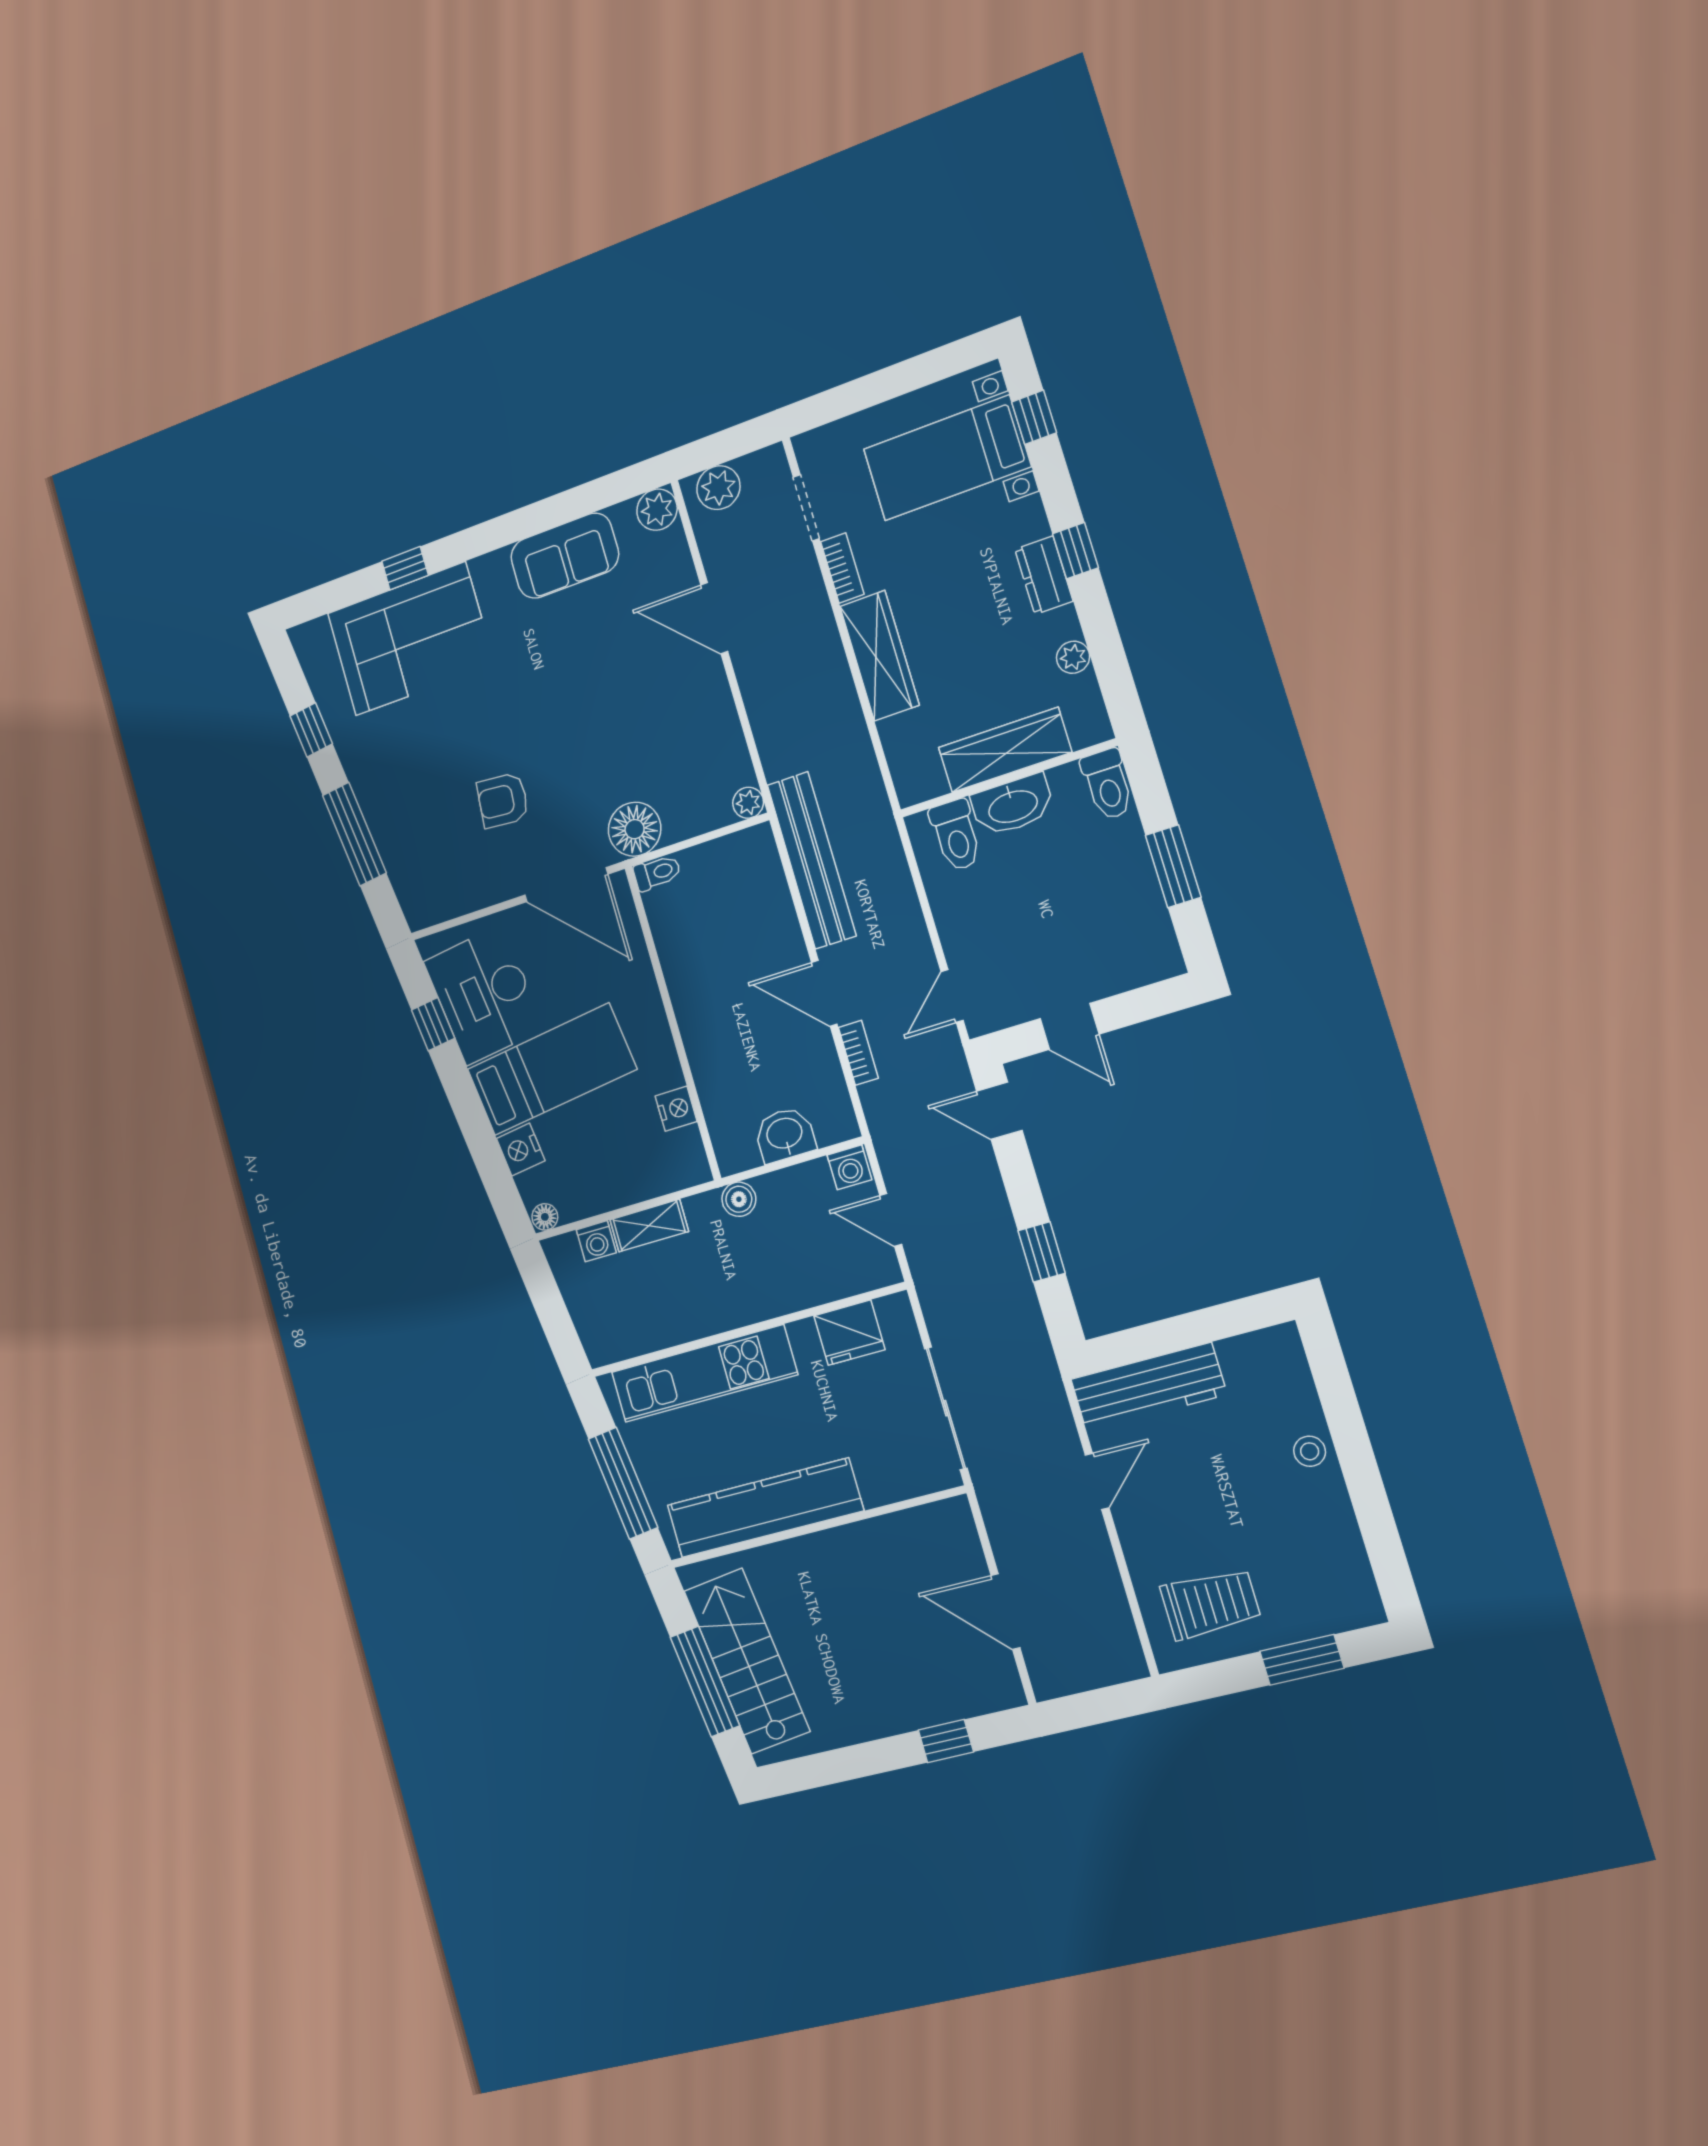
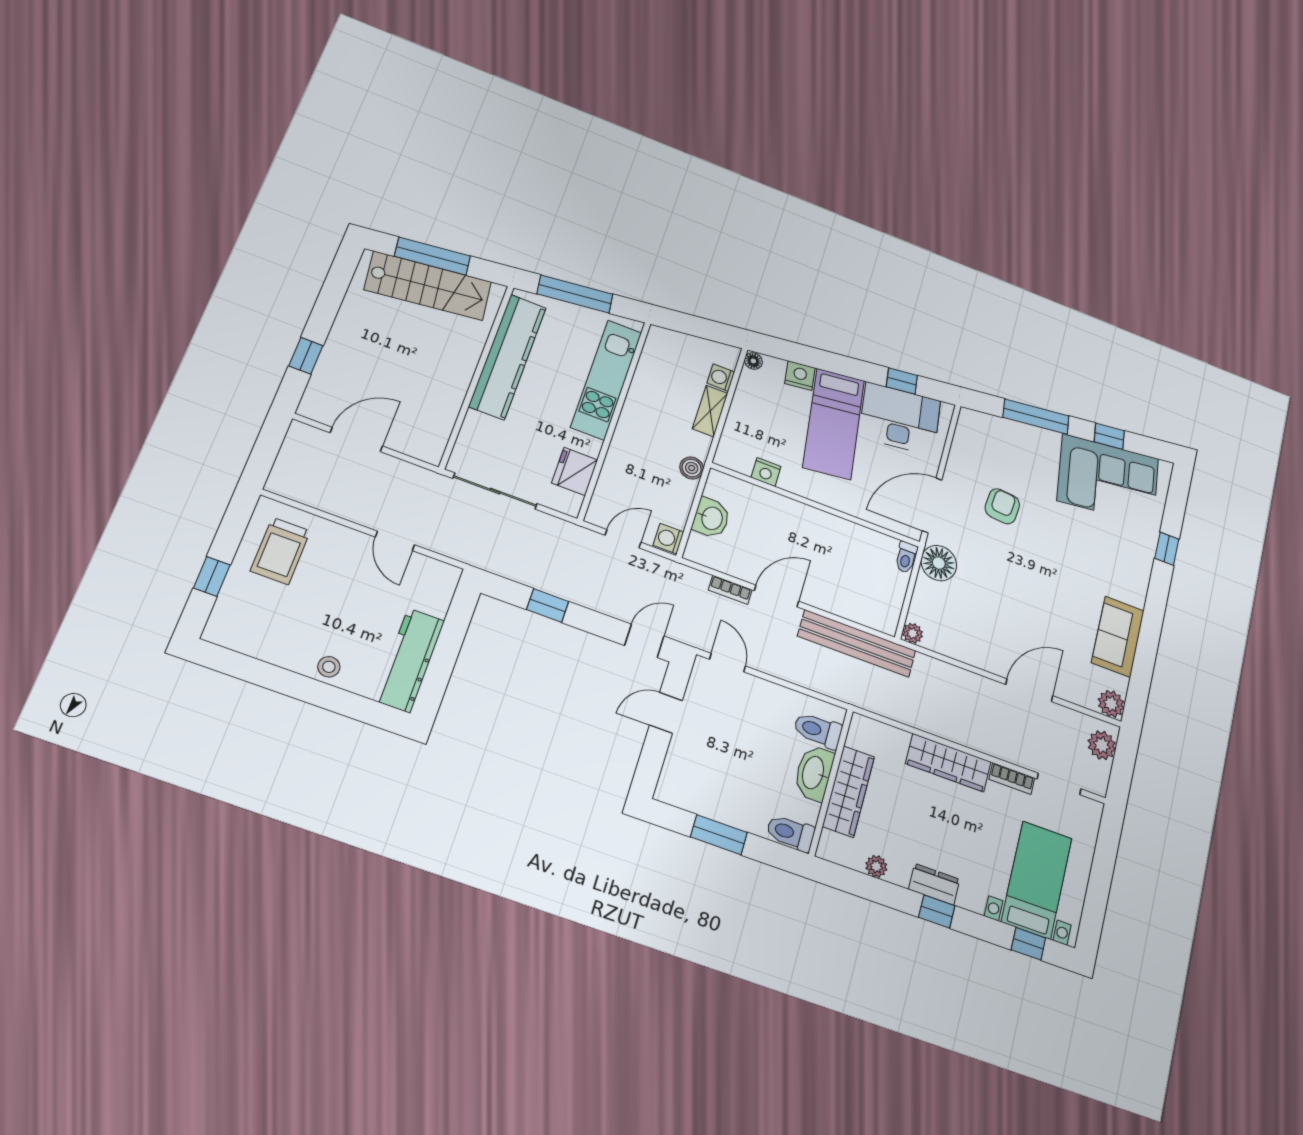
corner sofa: (410, 639) -> (1108, 479), moved, turned -97
workbench: (1149, 1387) -> (409, 660), moved
window: (1302, 1660) -> (212, 576), width x0.67

